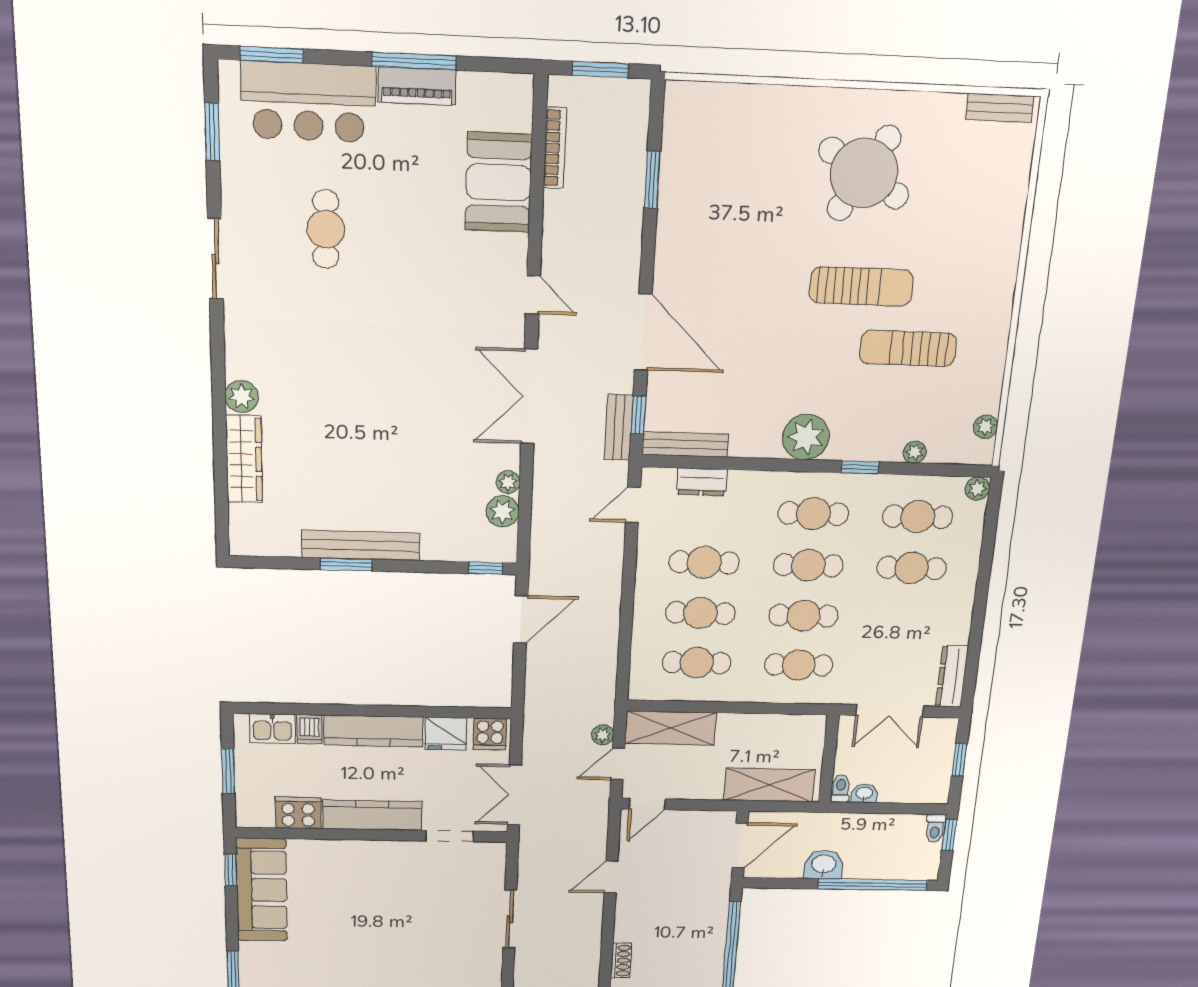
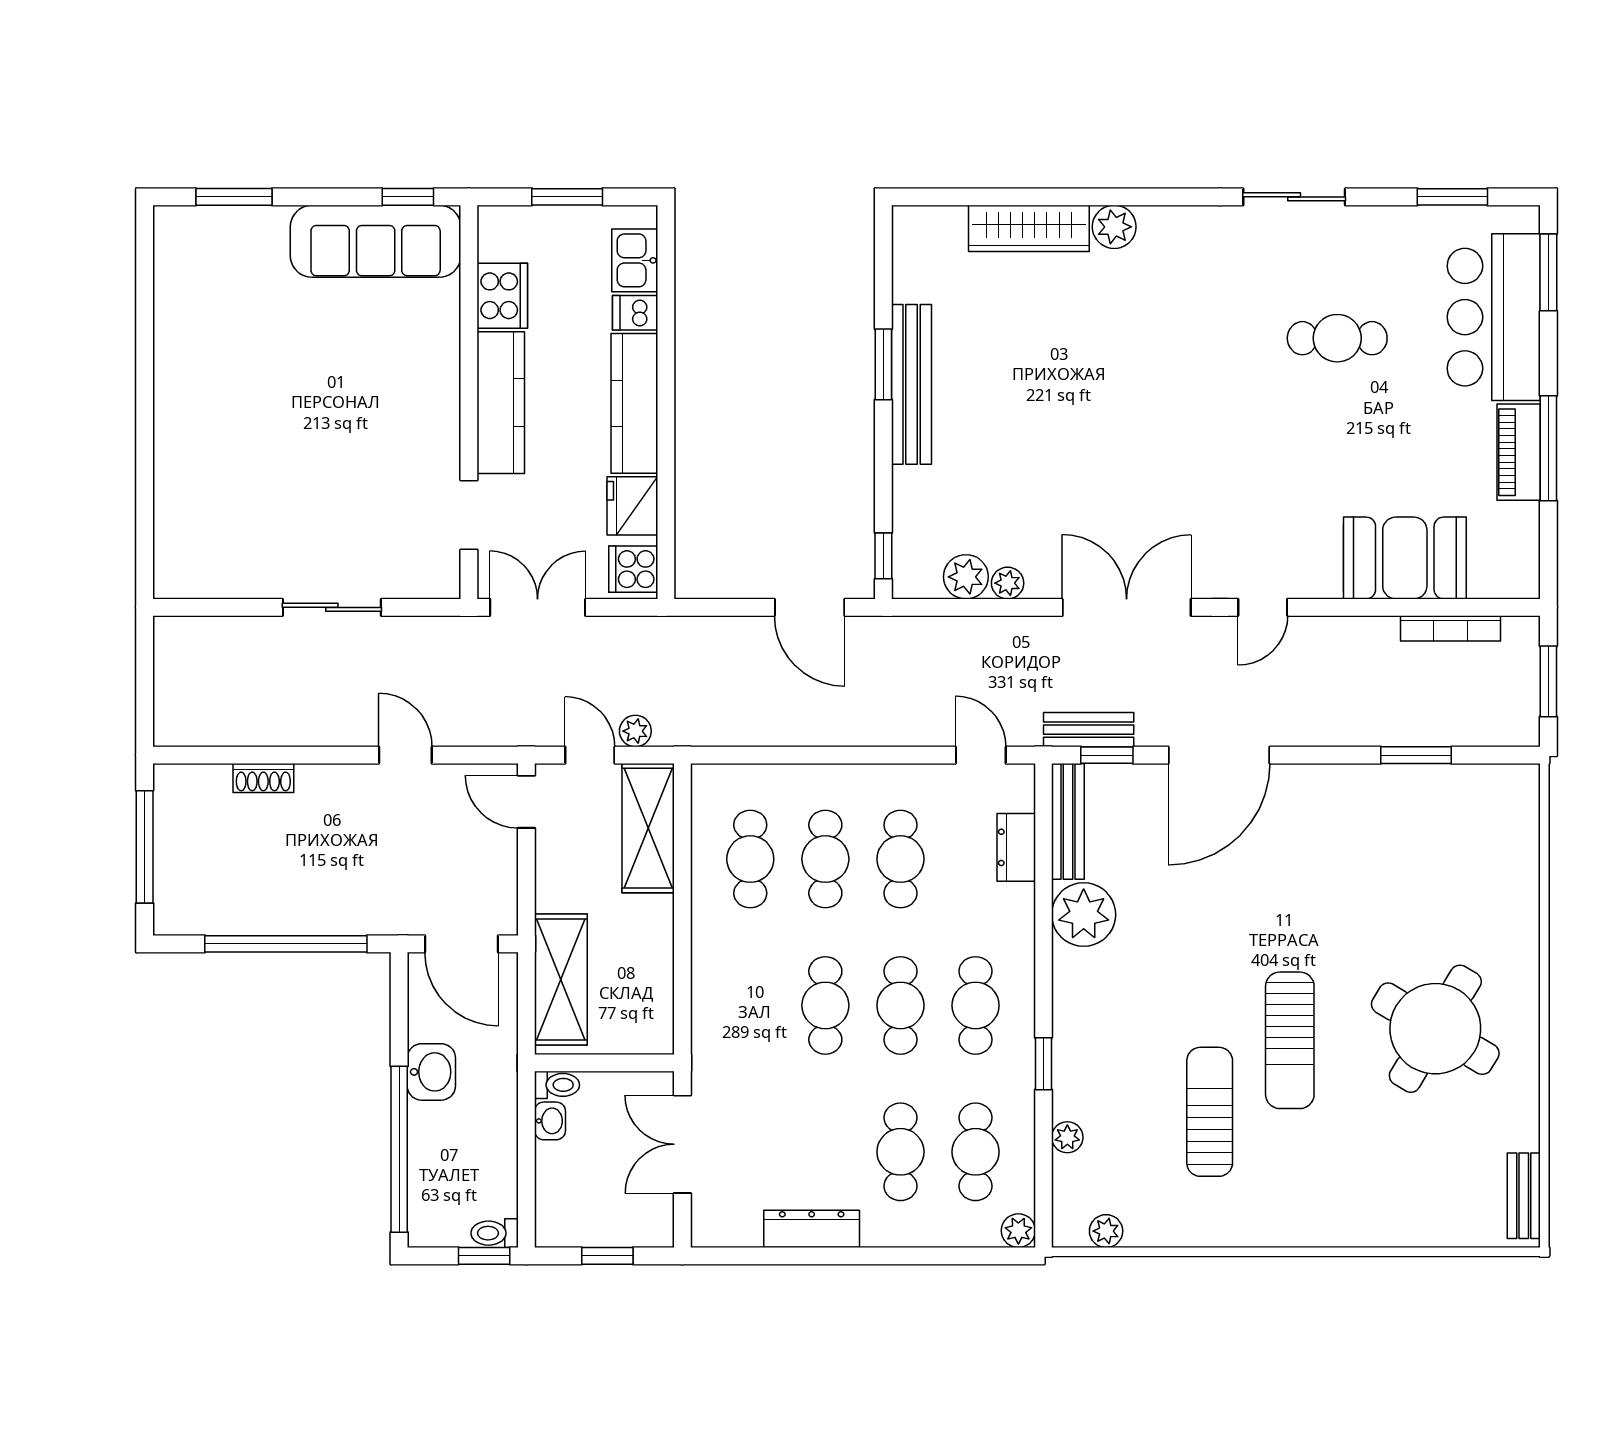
plant: (806, 437) -> (1084, 915), moved
cafe table: (799, 665) -> (750, 1005), removed
dresser: (952, 676) -> (812, 1229), moved

